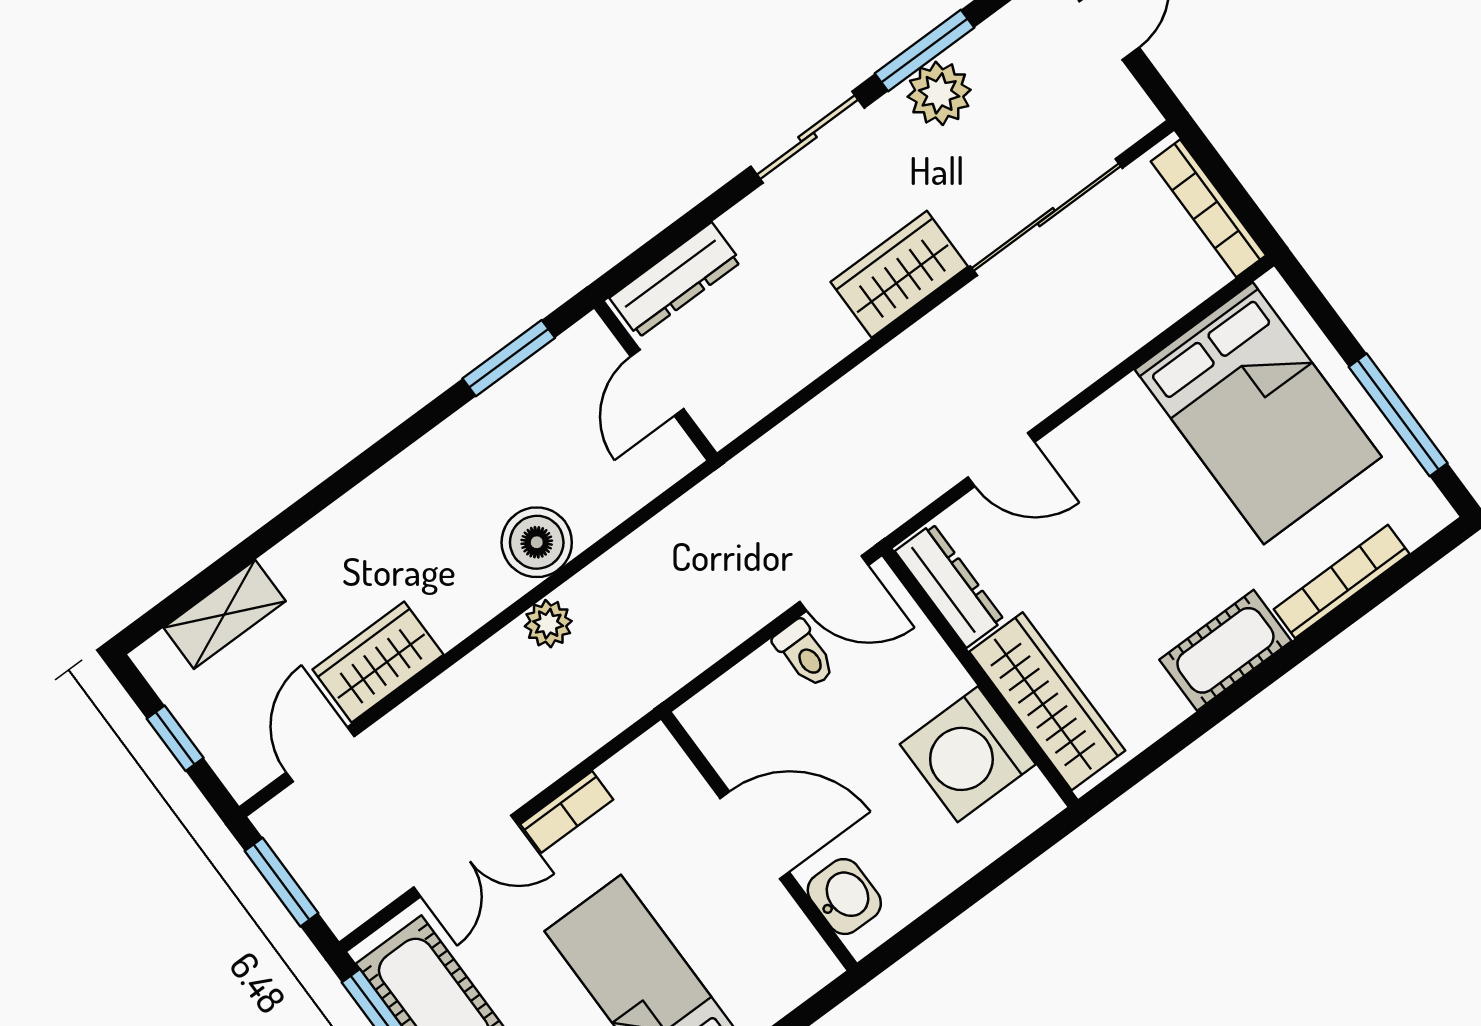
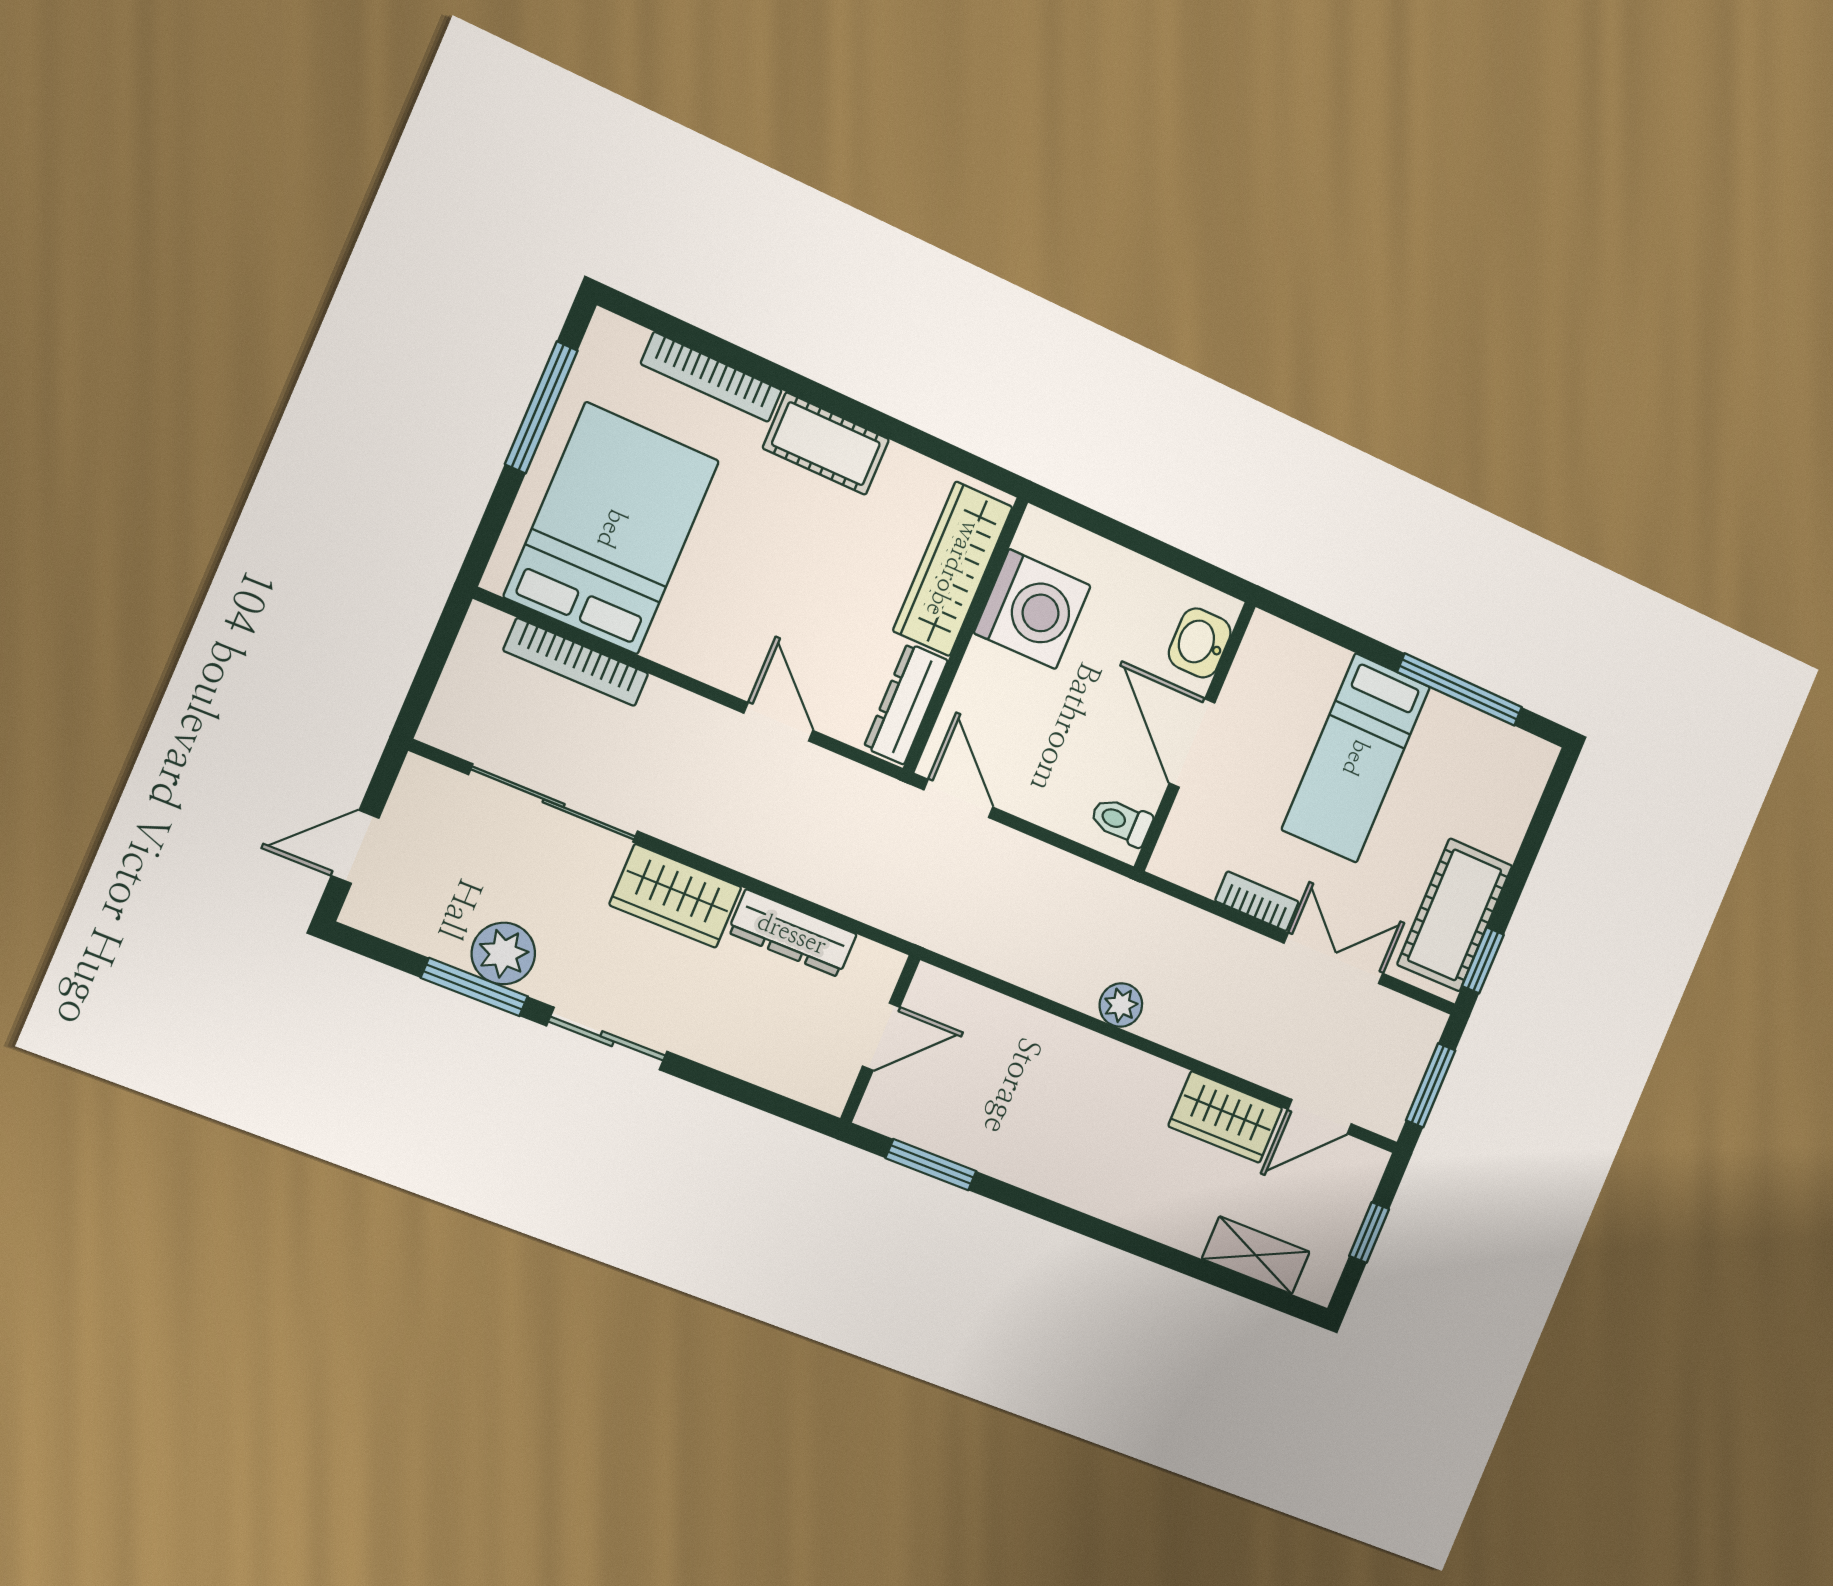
bookcase: (1208, 208) -> (576, 662), moved, turned 90
dresser: (675, 280) -> (792, 933), moved, turned 180
boiler: (537, 542) -> (1063, 1053), removed
toilet: (805, 654) -> (1121, 821), moved, turned -90

